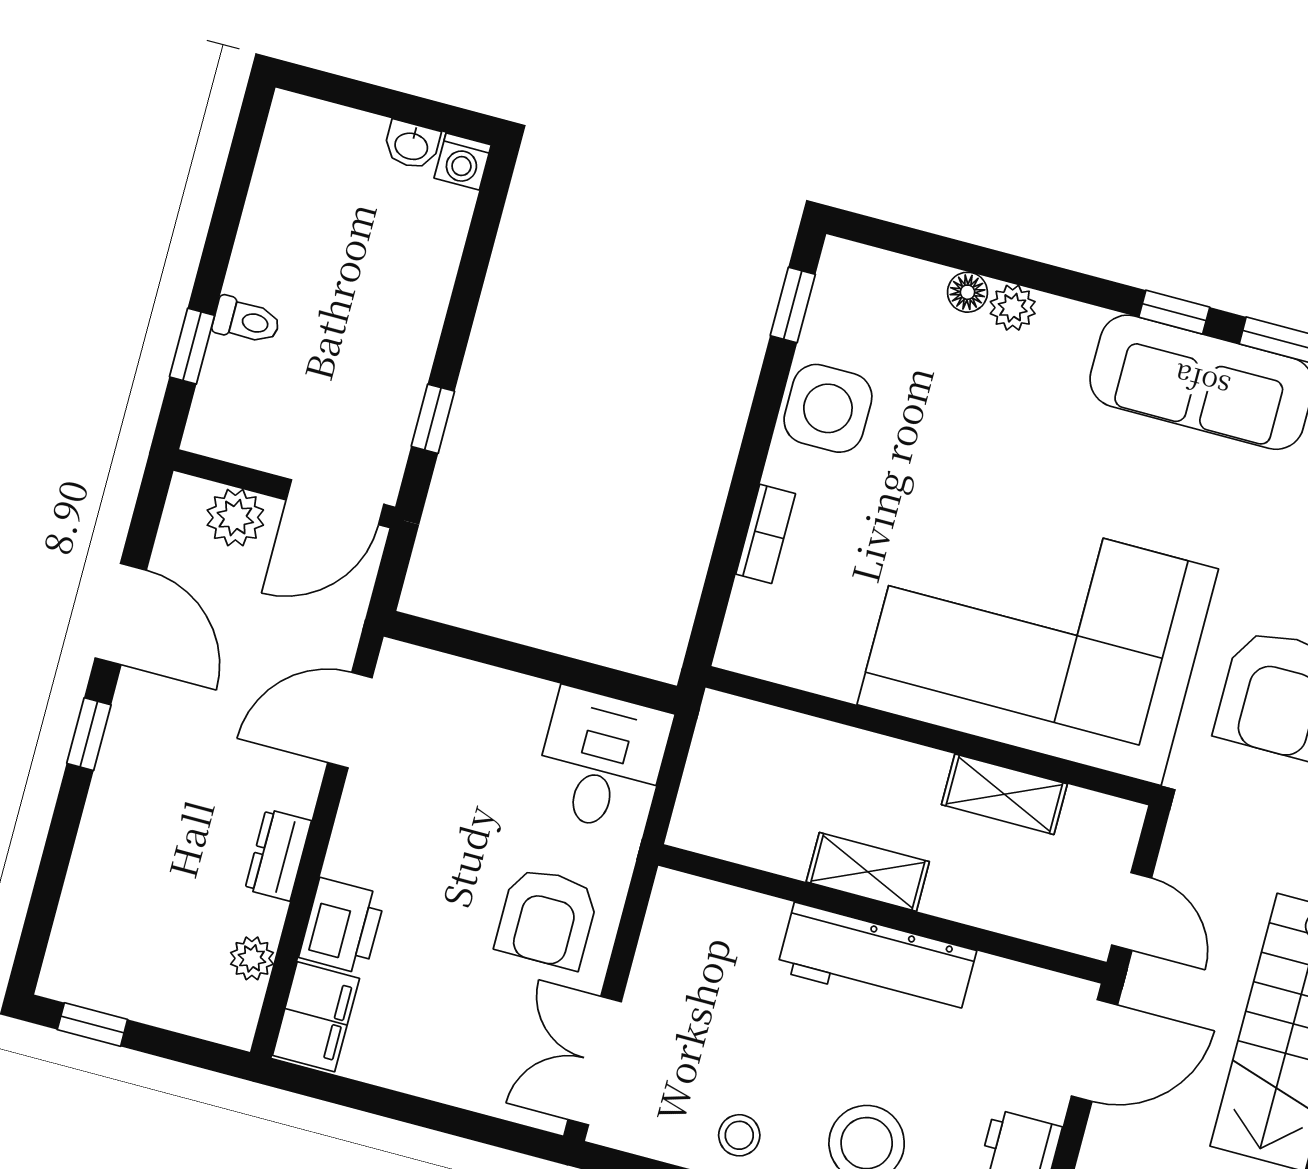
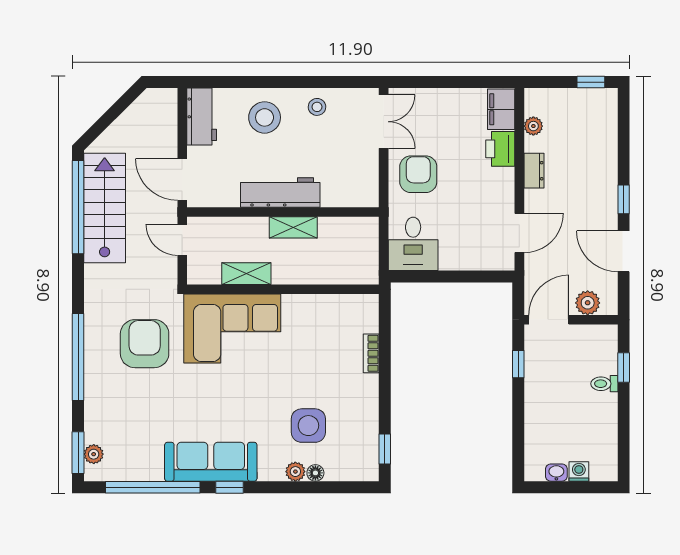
washing machine: (463, 162) -> (579, 471), moved
side table: (828, 408) -> (308, 426), moved
corner sofa: (1038, 637) -> (232, 329), width x0.73, depth x0.74
door: (1095, 1051) -> (182, 180), hinge flipped

